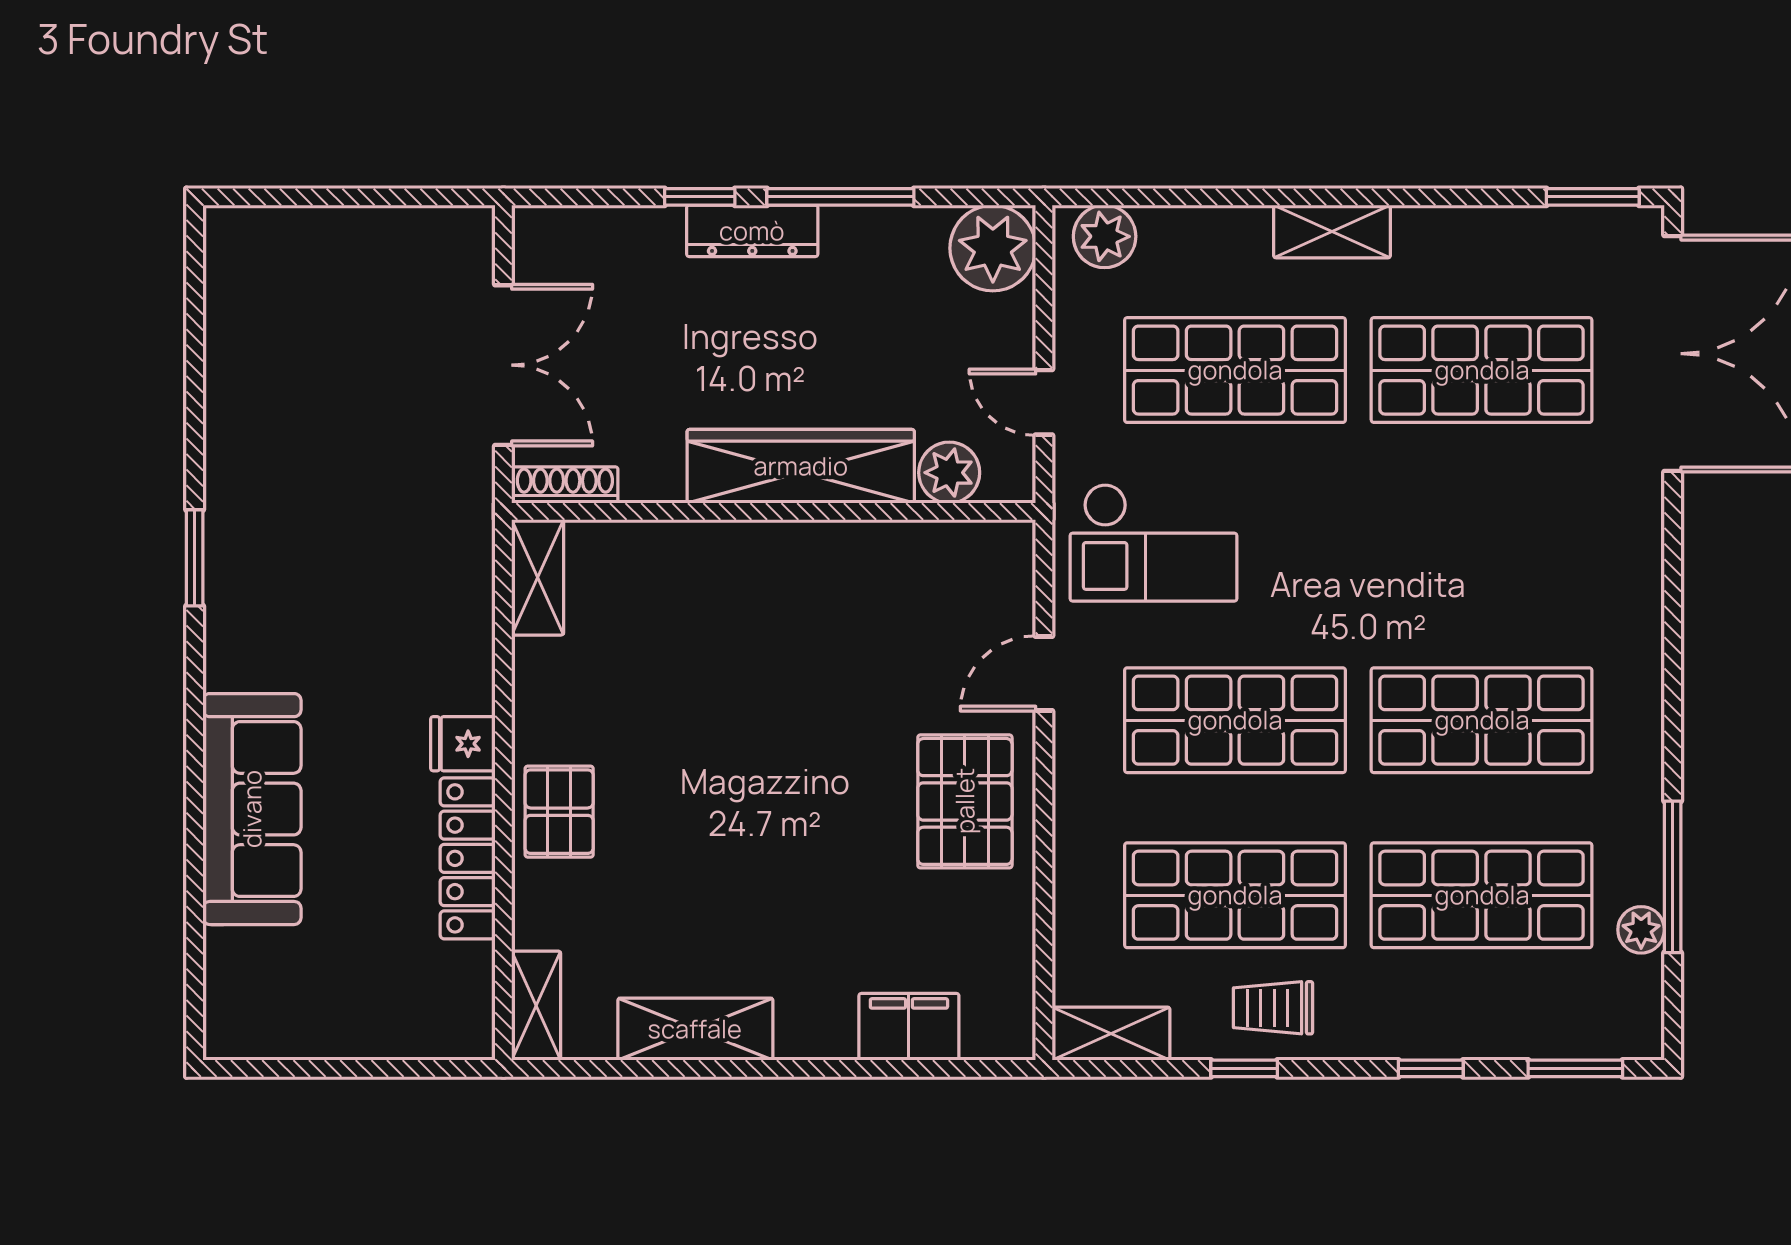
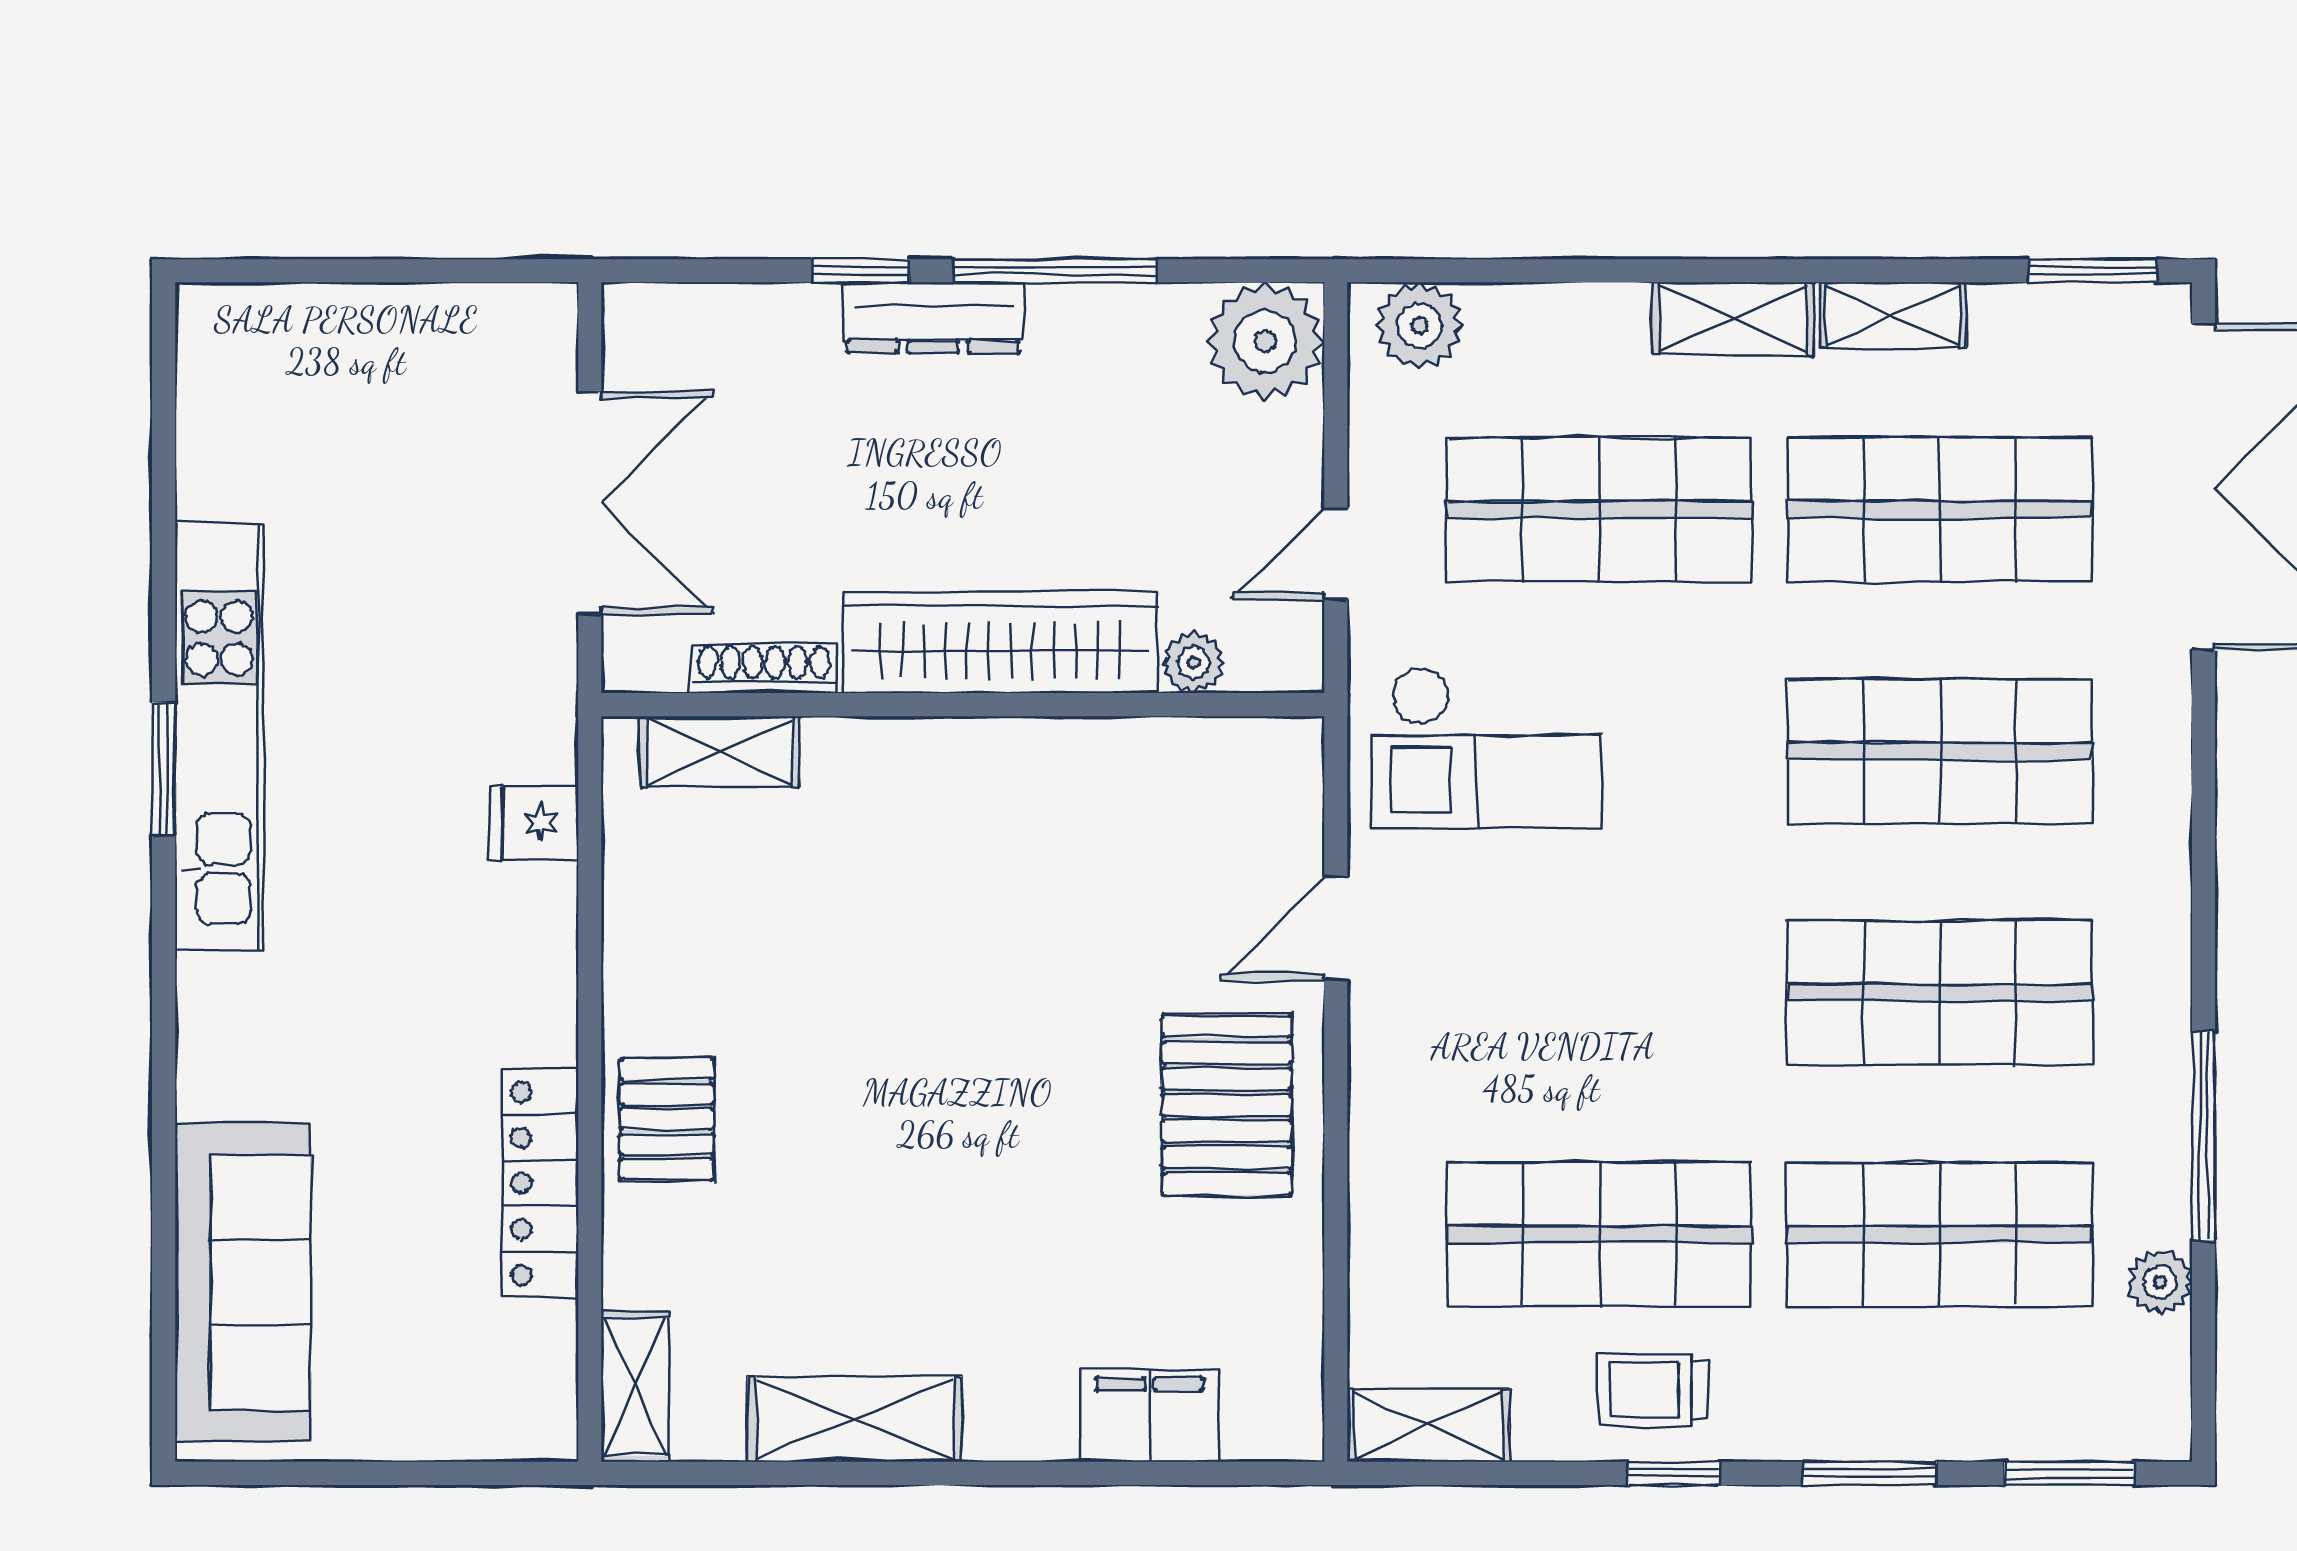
shelving: (1448, 229) -> (1893, 315), added
door: (1044, 402) -> (1336, 554), hinge flipped
plant: (949, 473) -> (1194, 663), width x0.73, depth x0.73
shoe rack: (565, 485) -> (764, 668), moved
kitchen unit: (235, 534) -> (219, 736), added
shelving: (538, 577) -> (719, 752), moved, turned 90
shop shelf: (1235, 720) -> (1940, 751), moved
fridge: (463, 744) -> (534, 823), moved
sofa: (252, 809) -> (243, 1282), moved
window: (1673, 877) -> (2203, 1136), moved
window: (1244, 1068) -> (1674, 1473), moved
window: (1431, 1068) -> (1870, 1473), width x1.50

